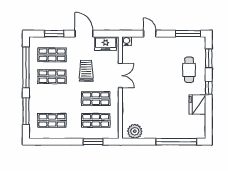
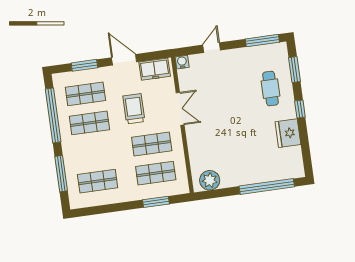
door: (150, 34) -> (212, 48), hinge flipped

